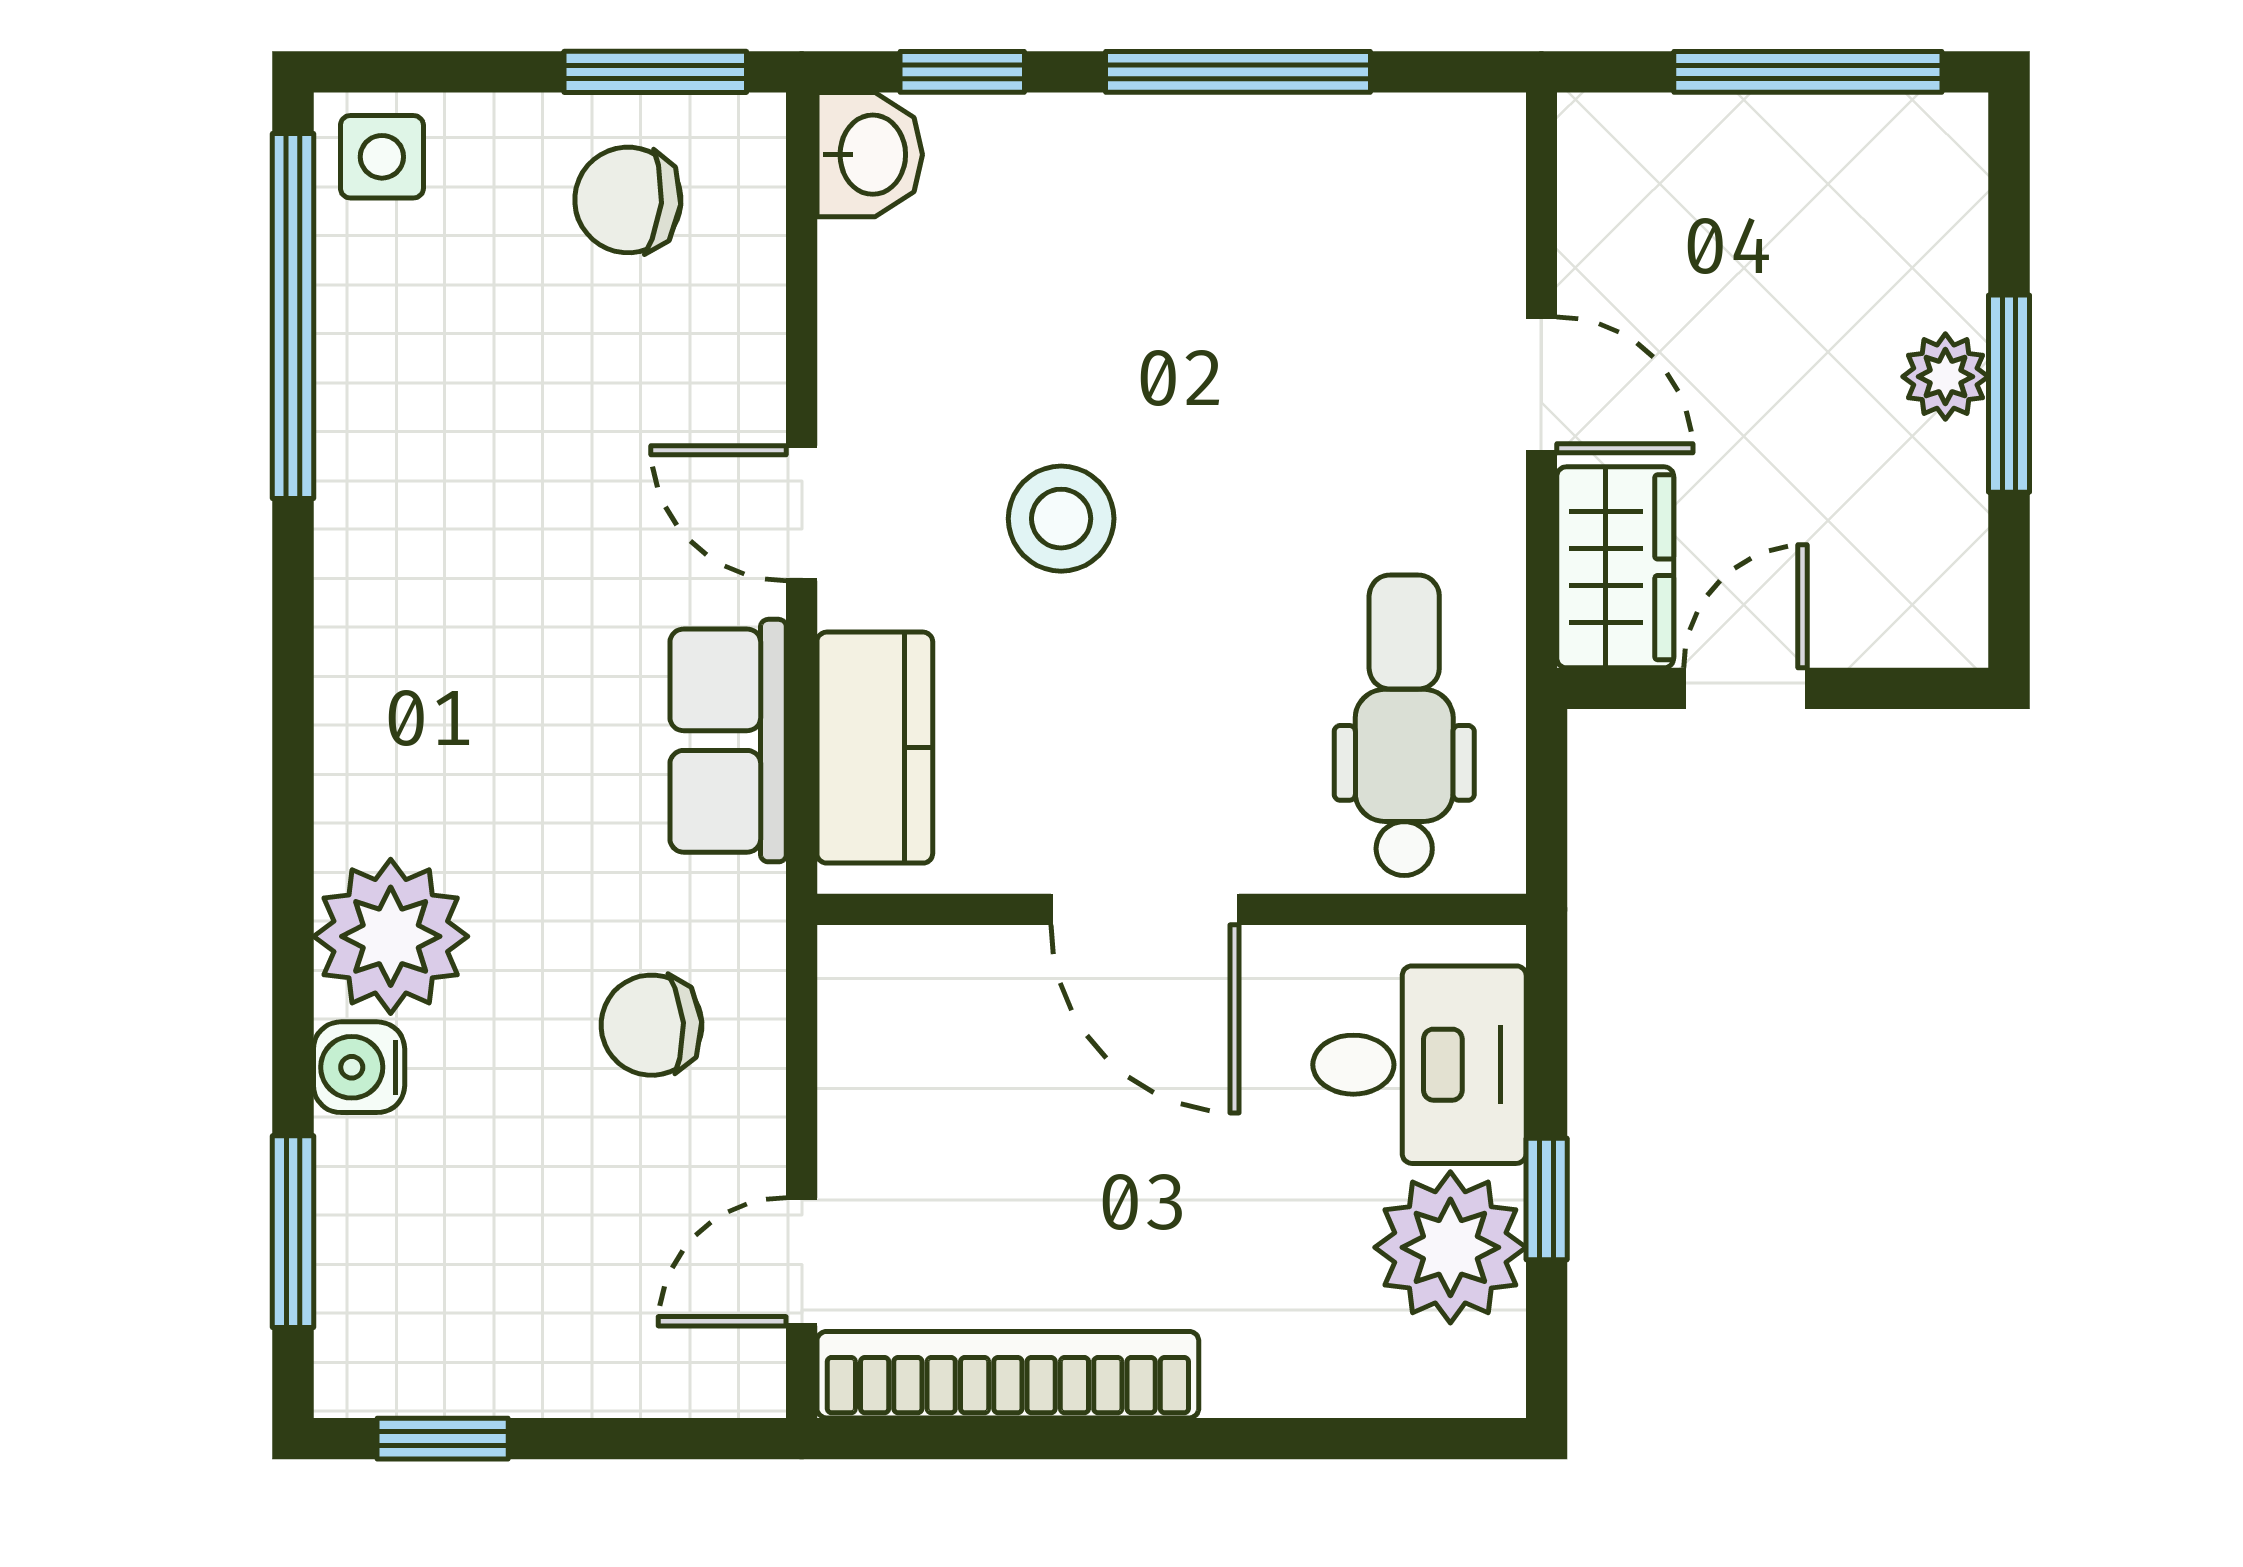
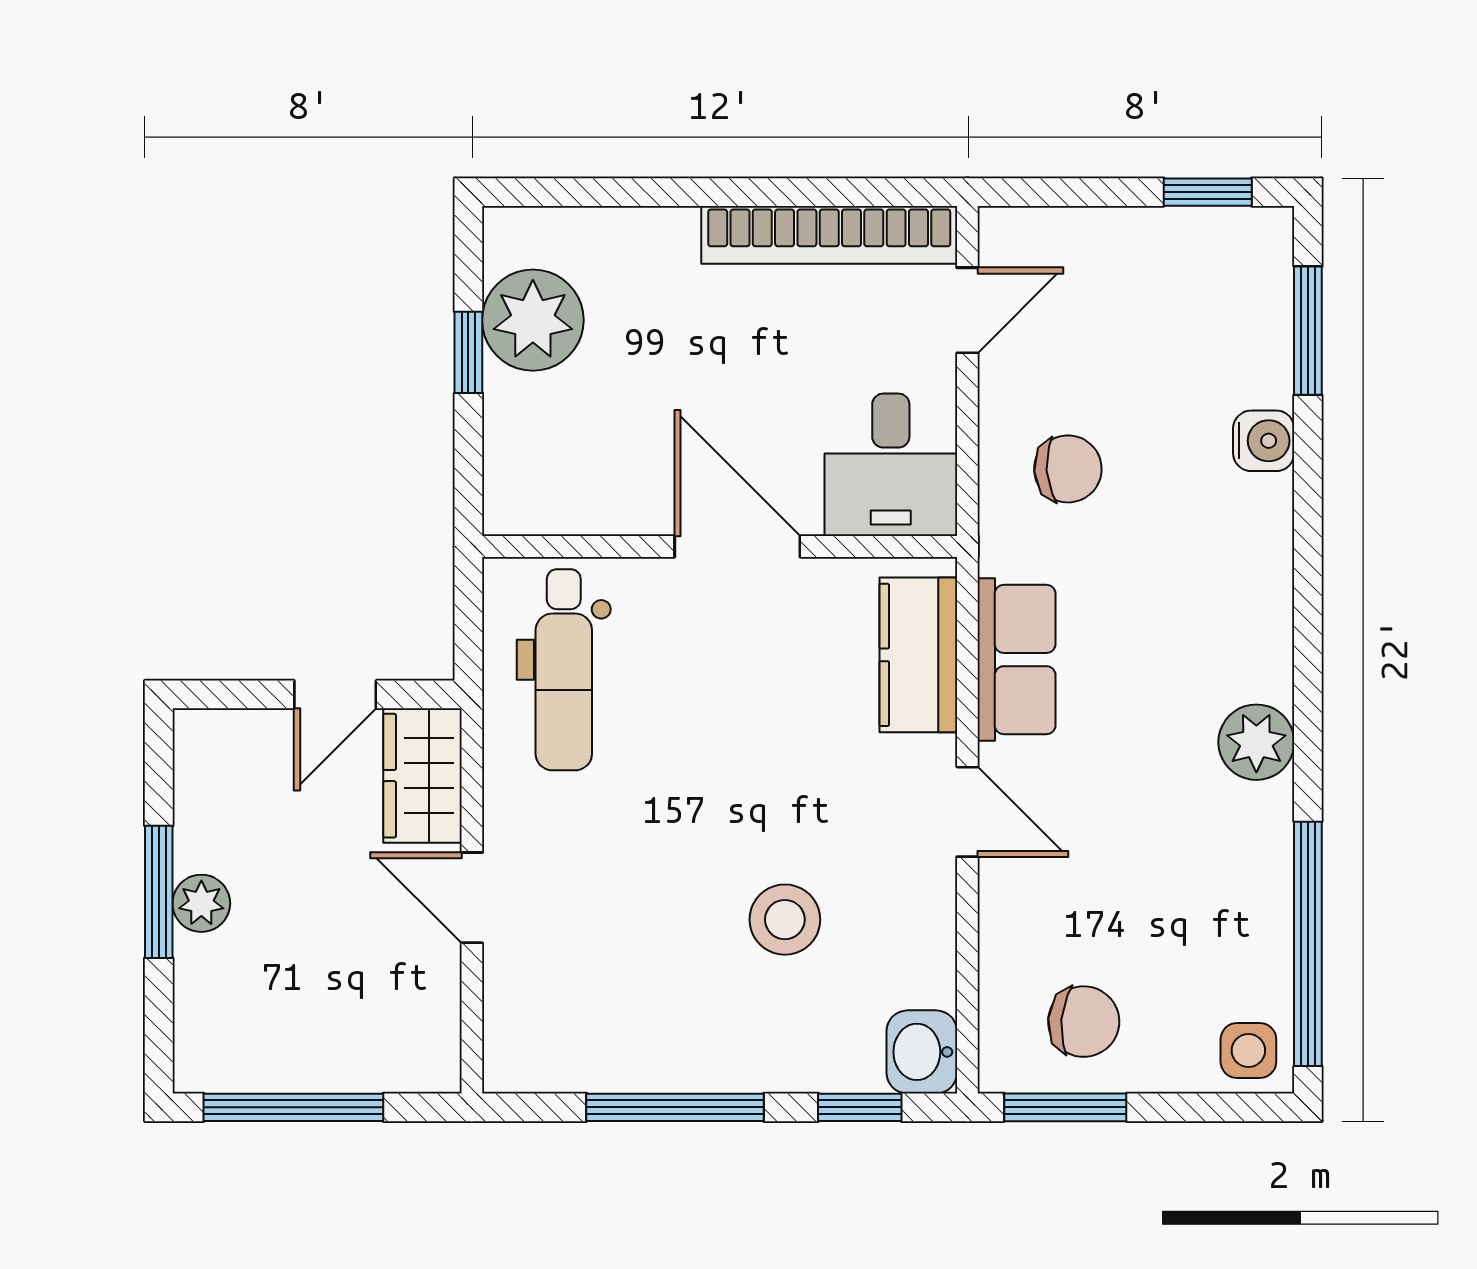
stool: (1061, 519) -> (785, 920), moved
plant: (391, 936) -> (1256, 742), moved, width x0.73, depth x0.73
desk: (1419, 1065) -> (891, 465), moved, turned -90

